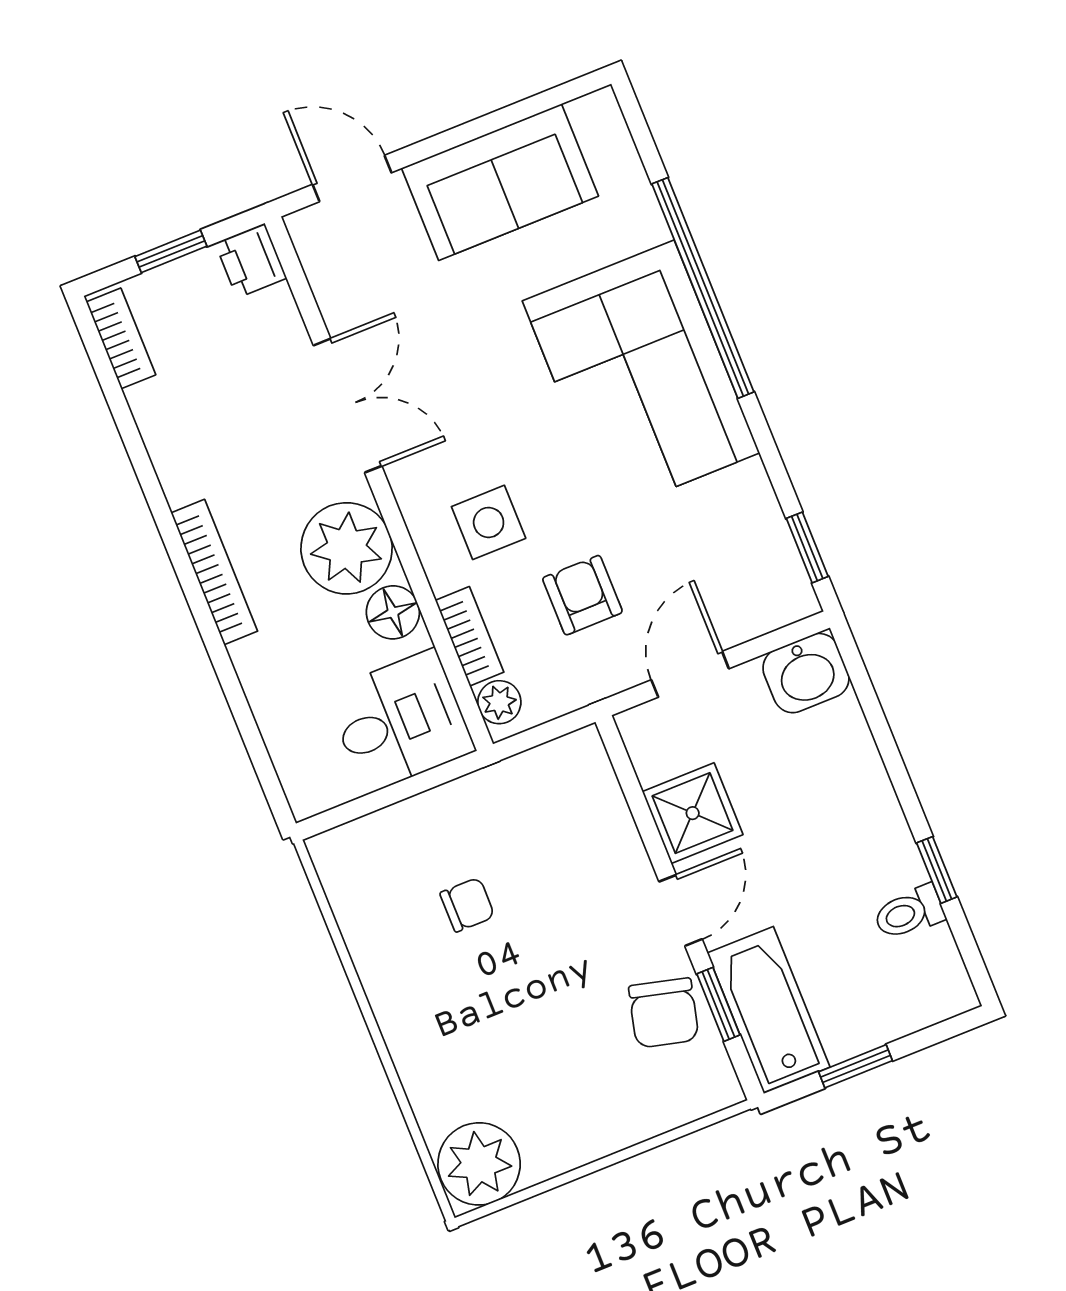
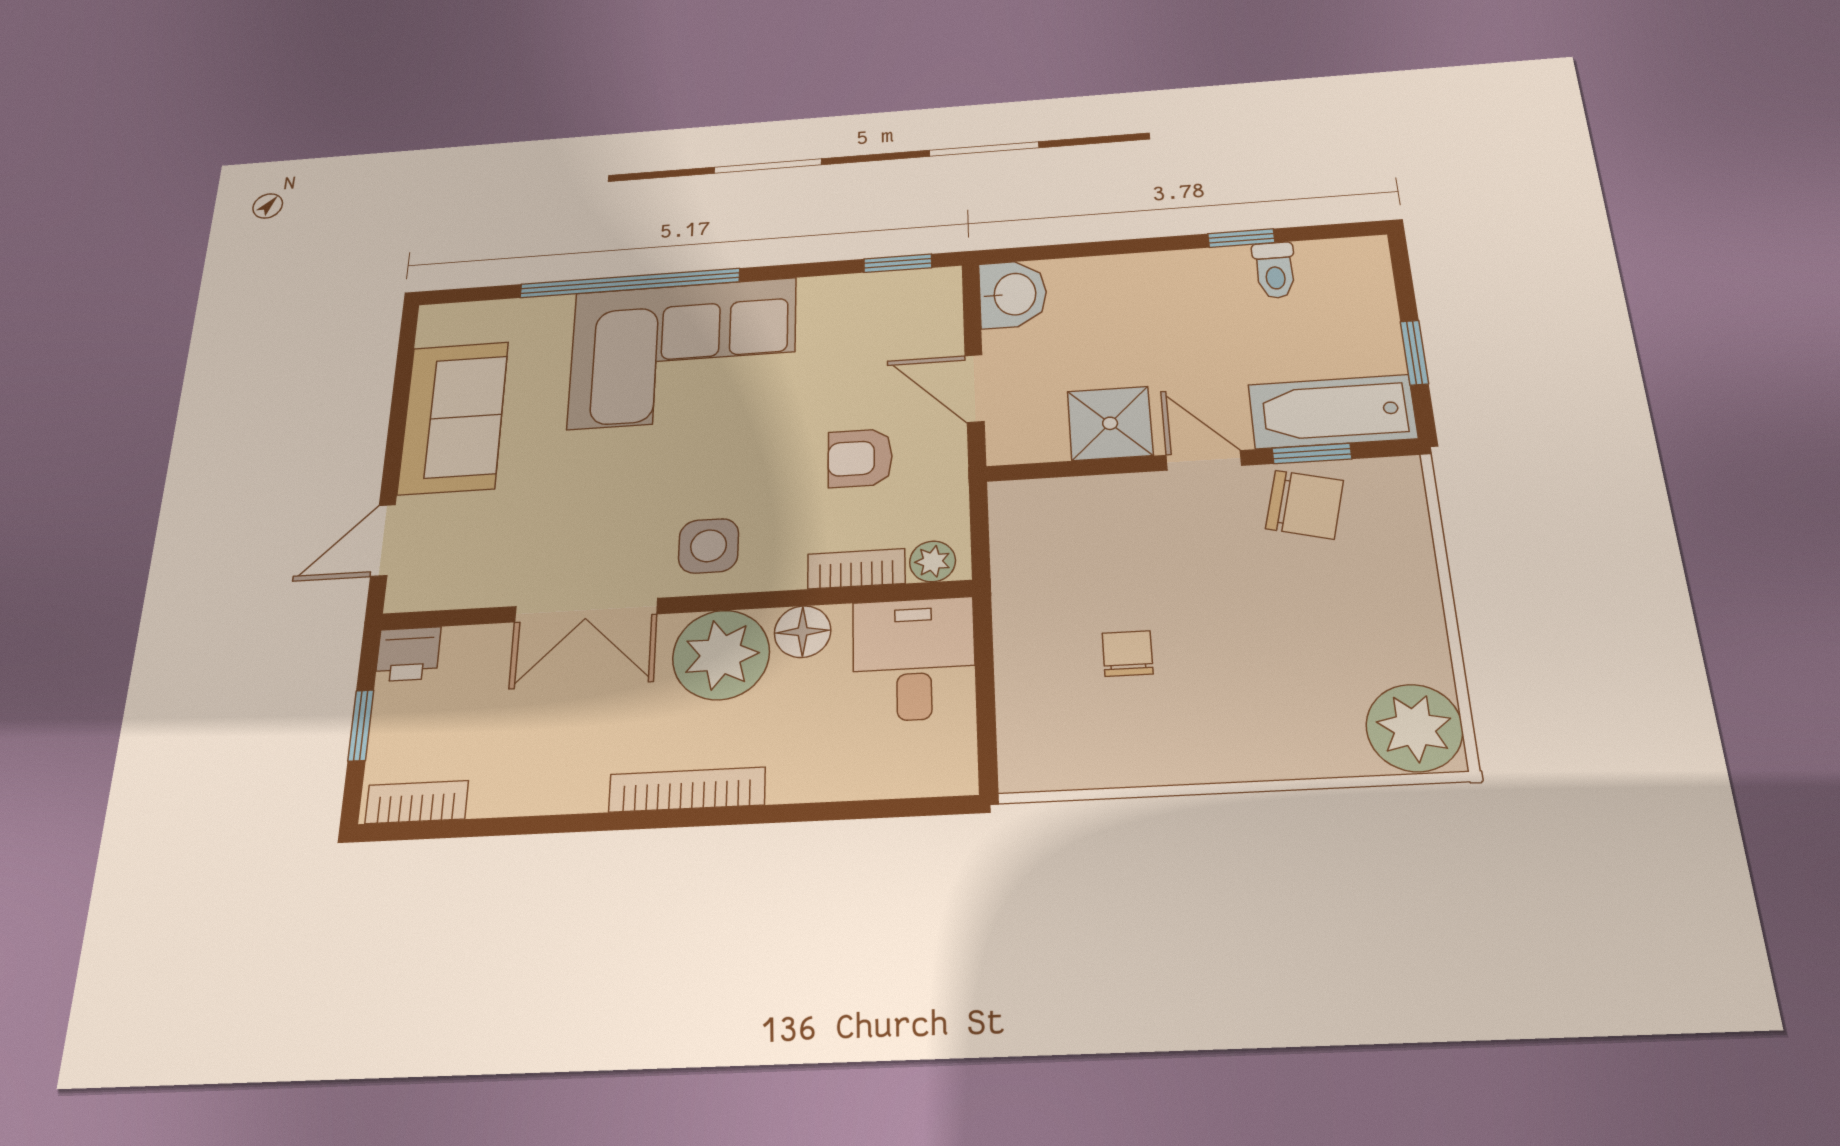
double door: (348, 406) -> (586, 610), swing flipped
side table: (489, 522) -> (709, 546), moved

